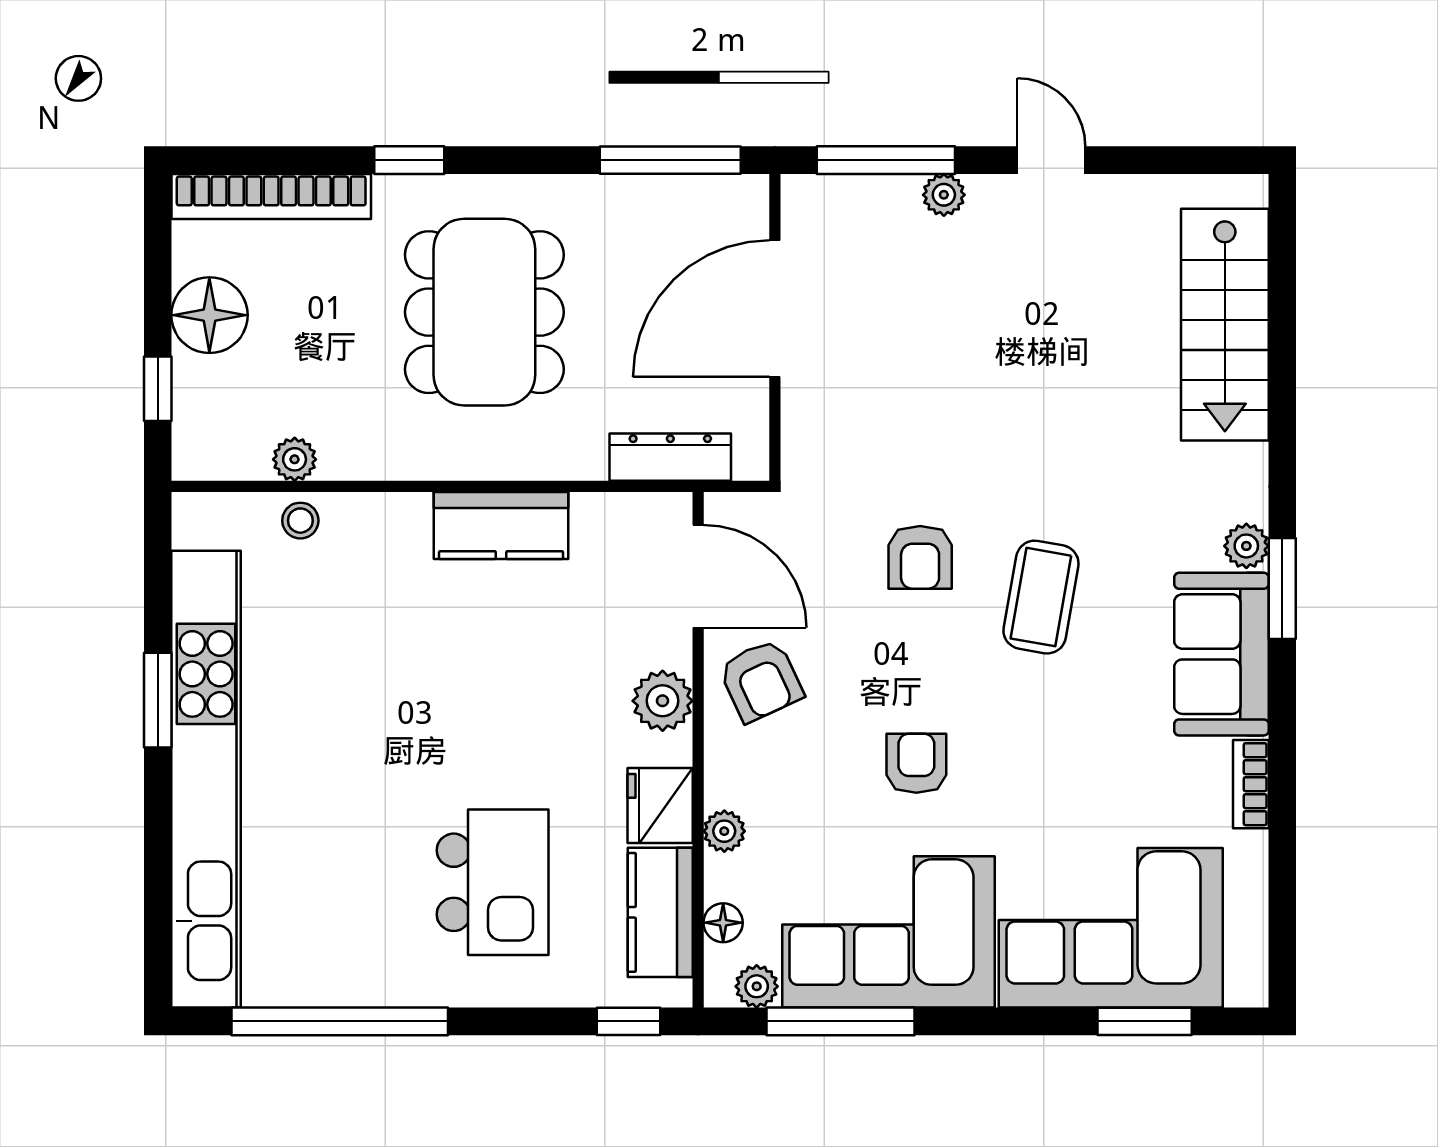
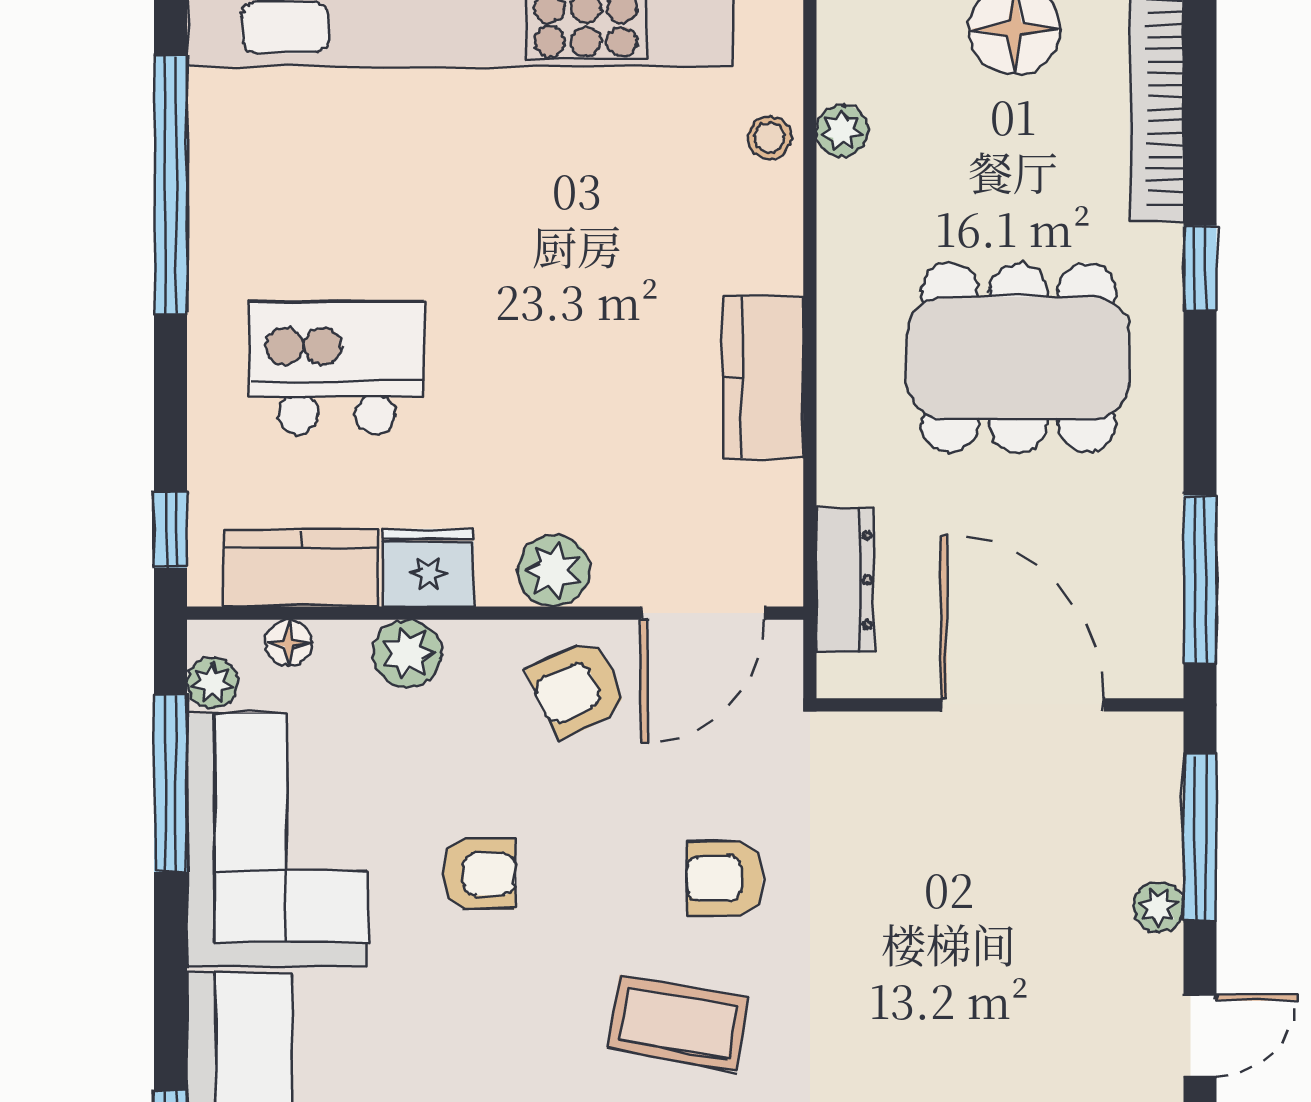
plant: (724, 831) -> (407, 654), width x1.38, depth x1.38
kitchen island: (493, 882) -> (337, 368), turned 180

